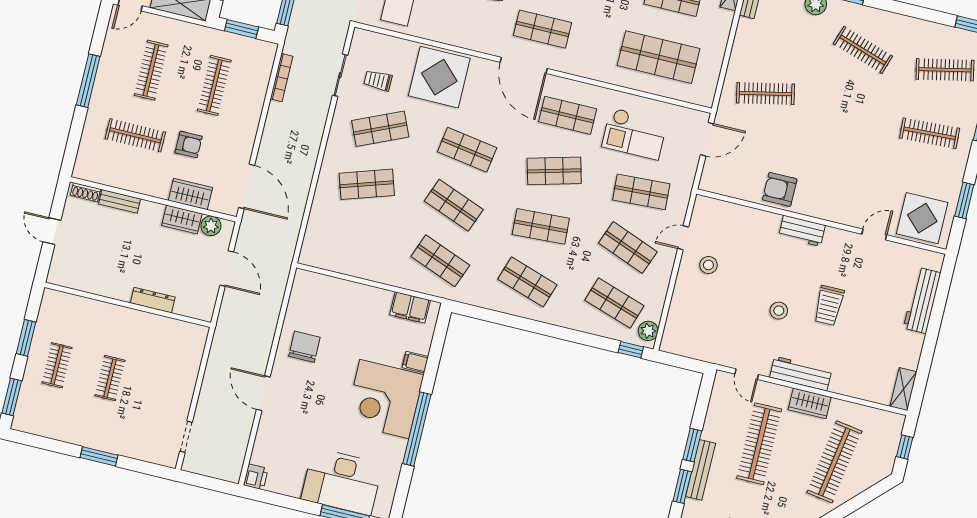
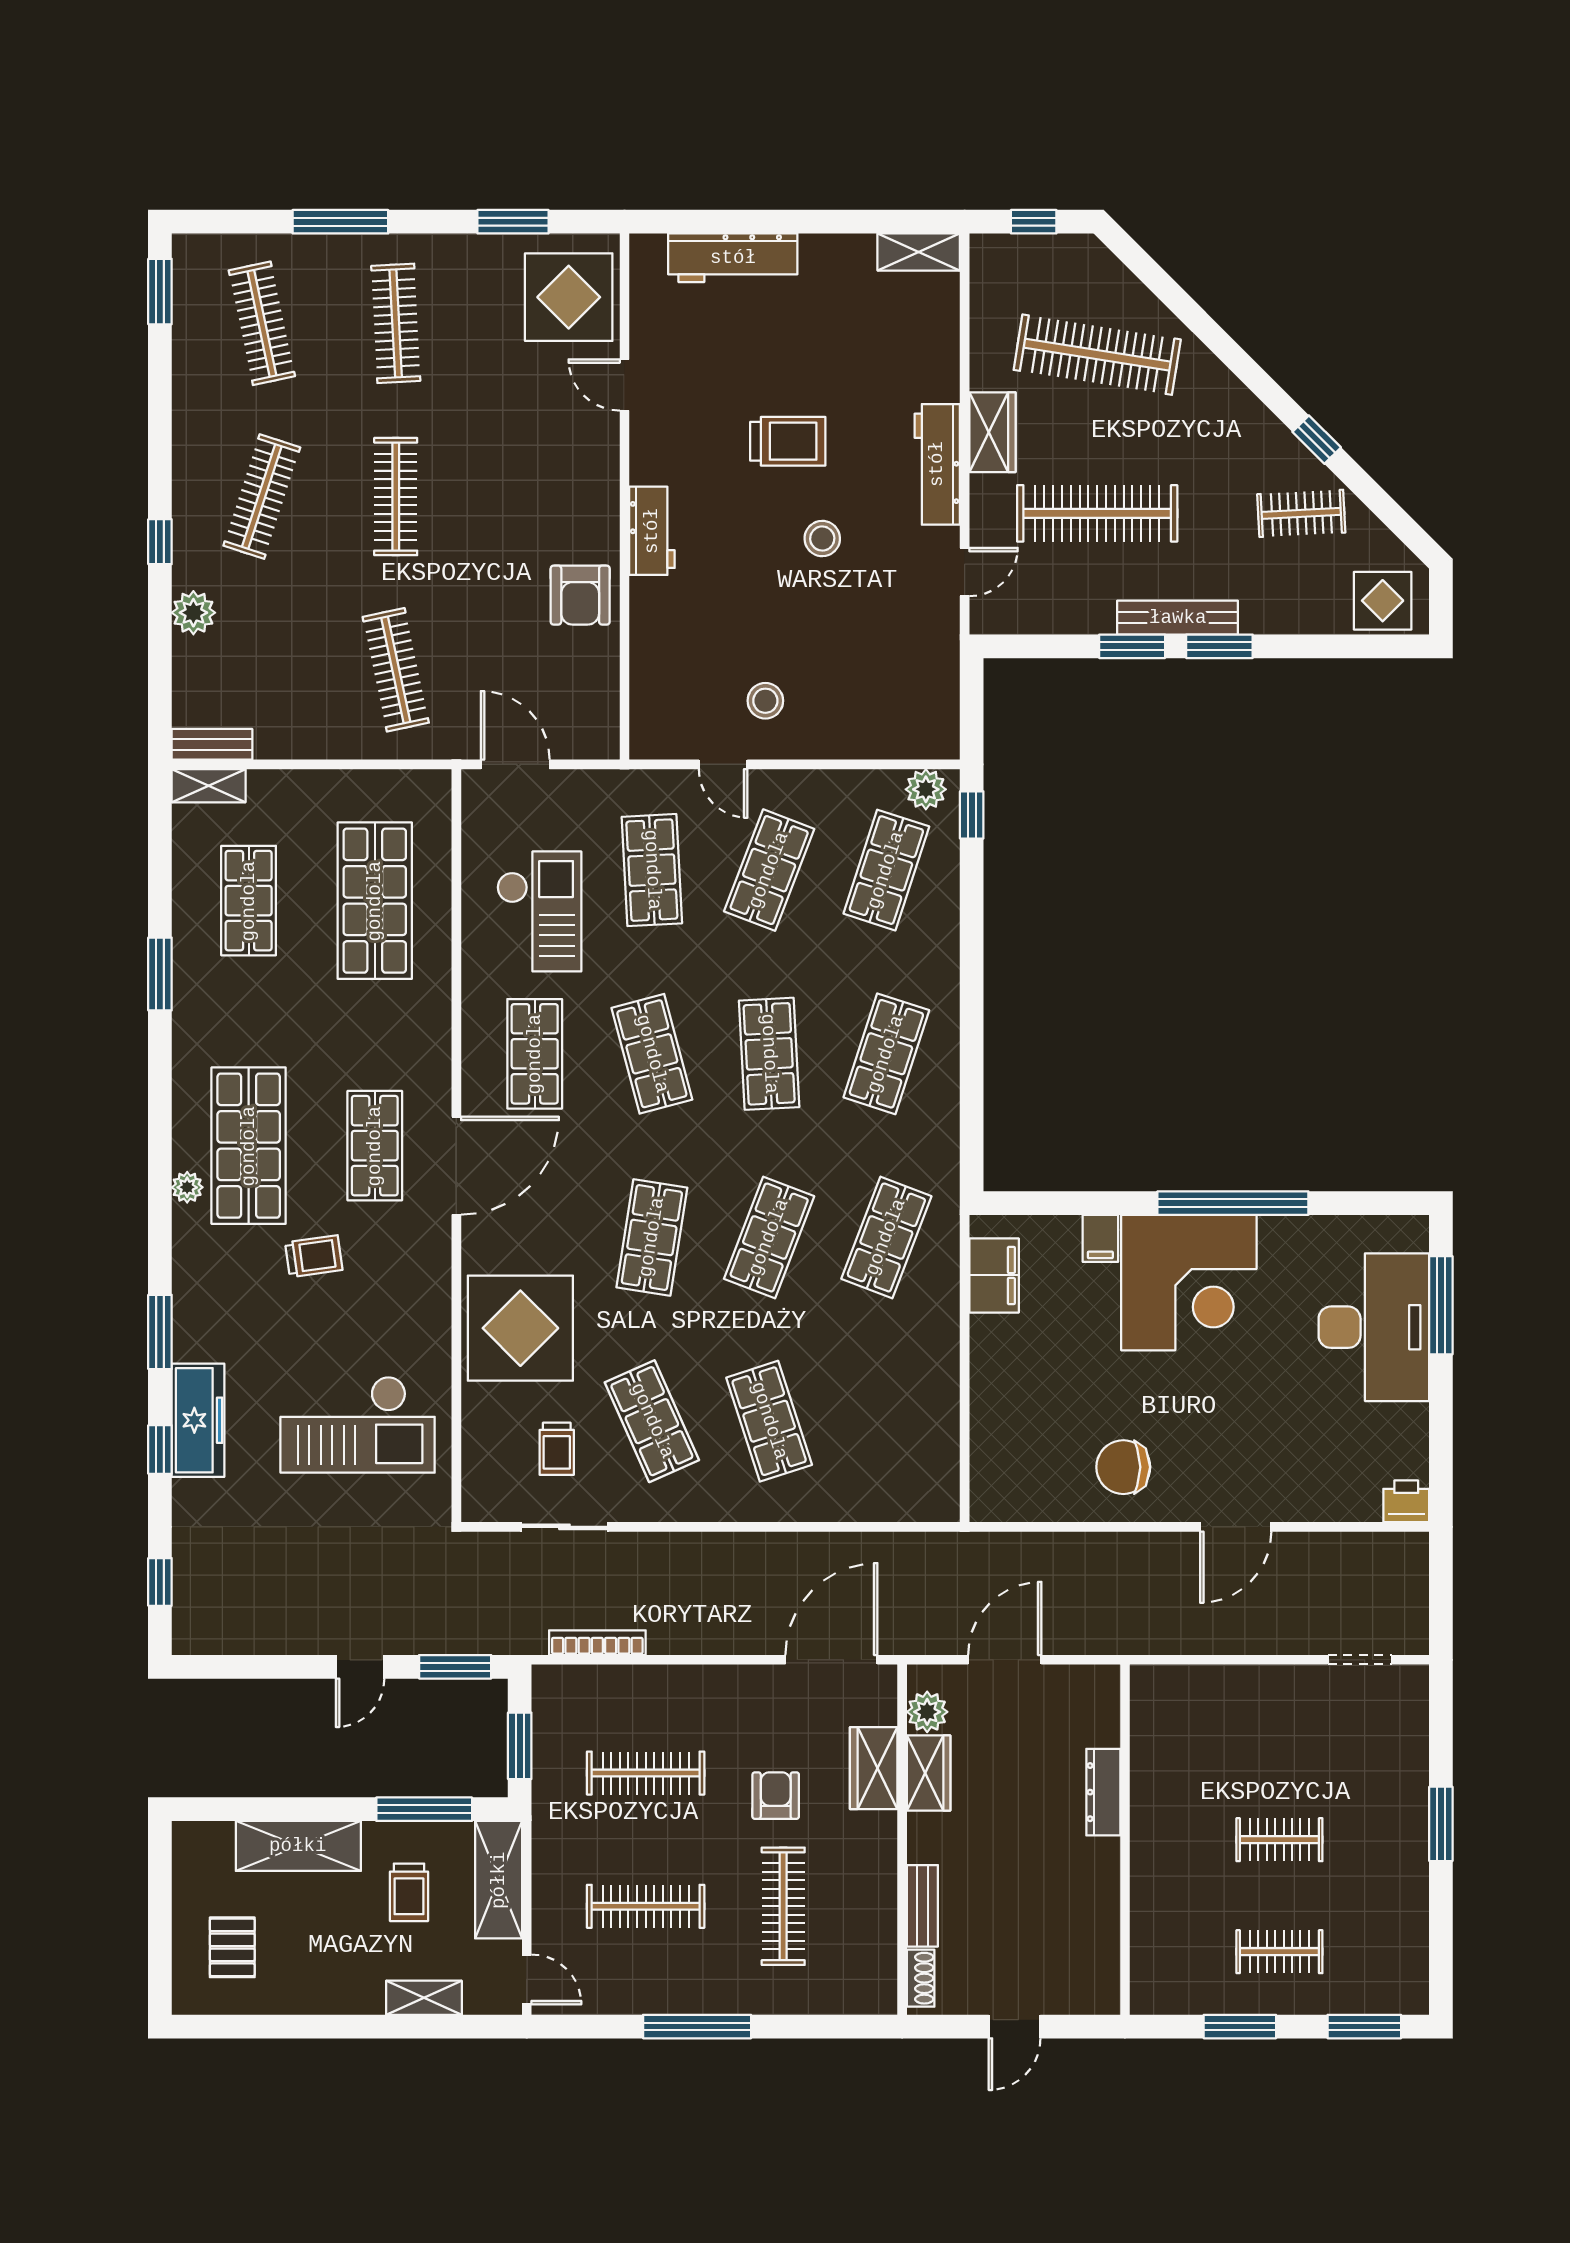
clothes rail: (848, 113) -> (396, 497), added

